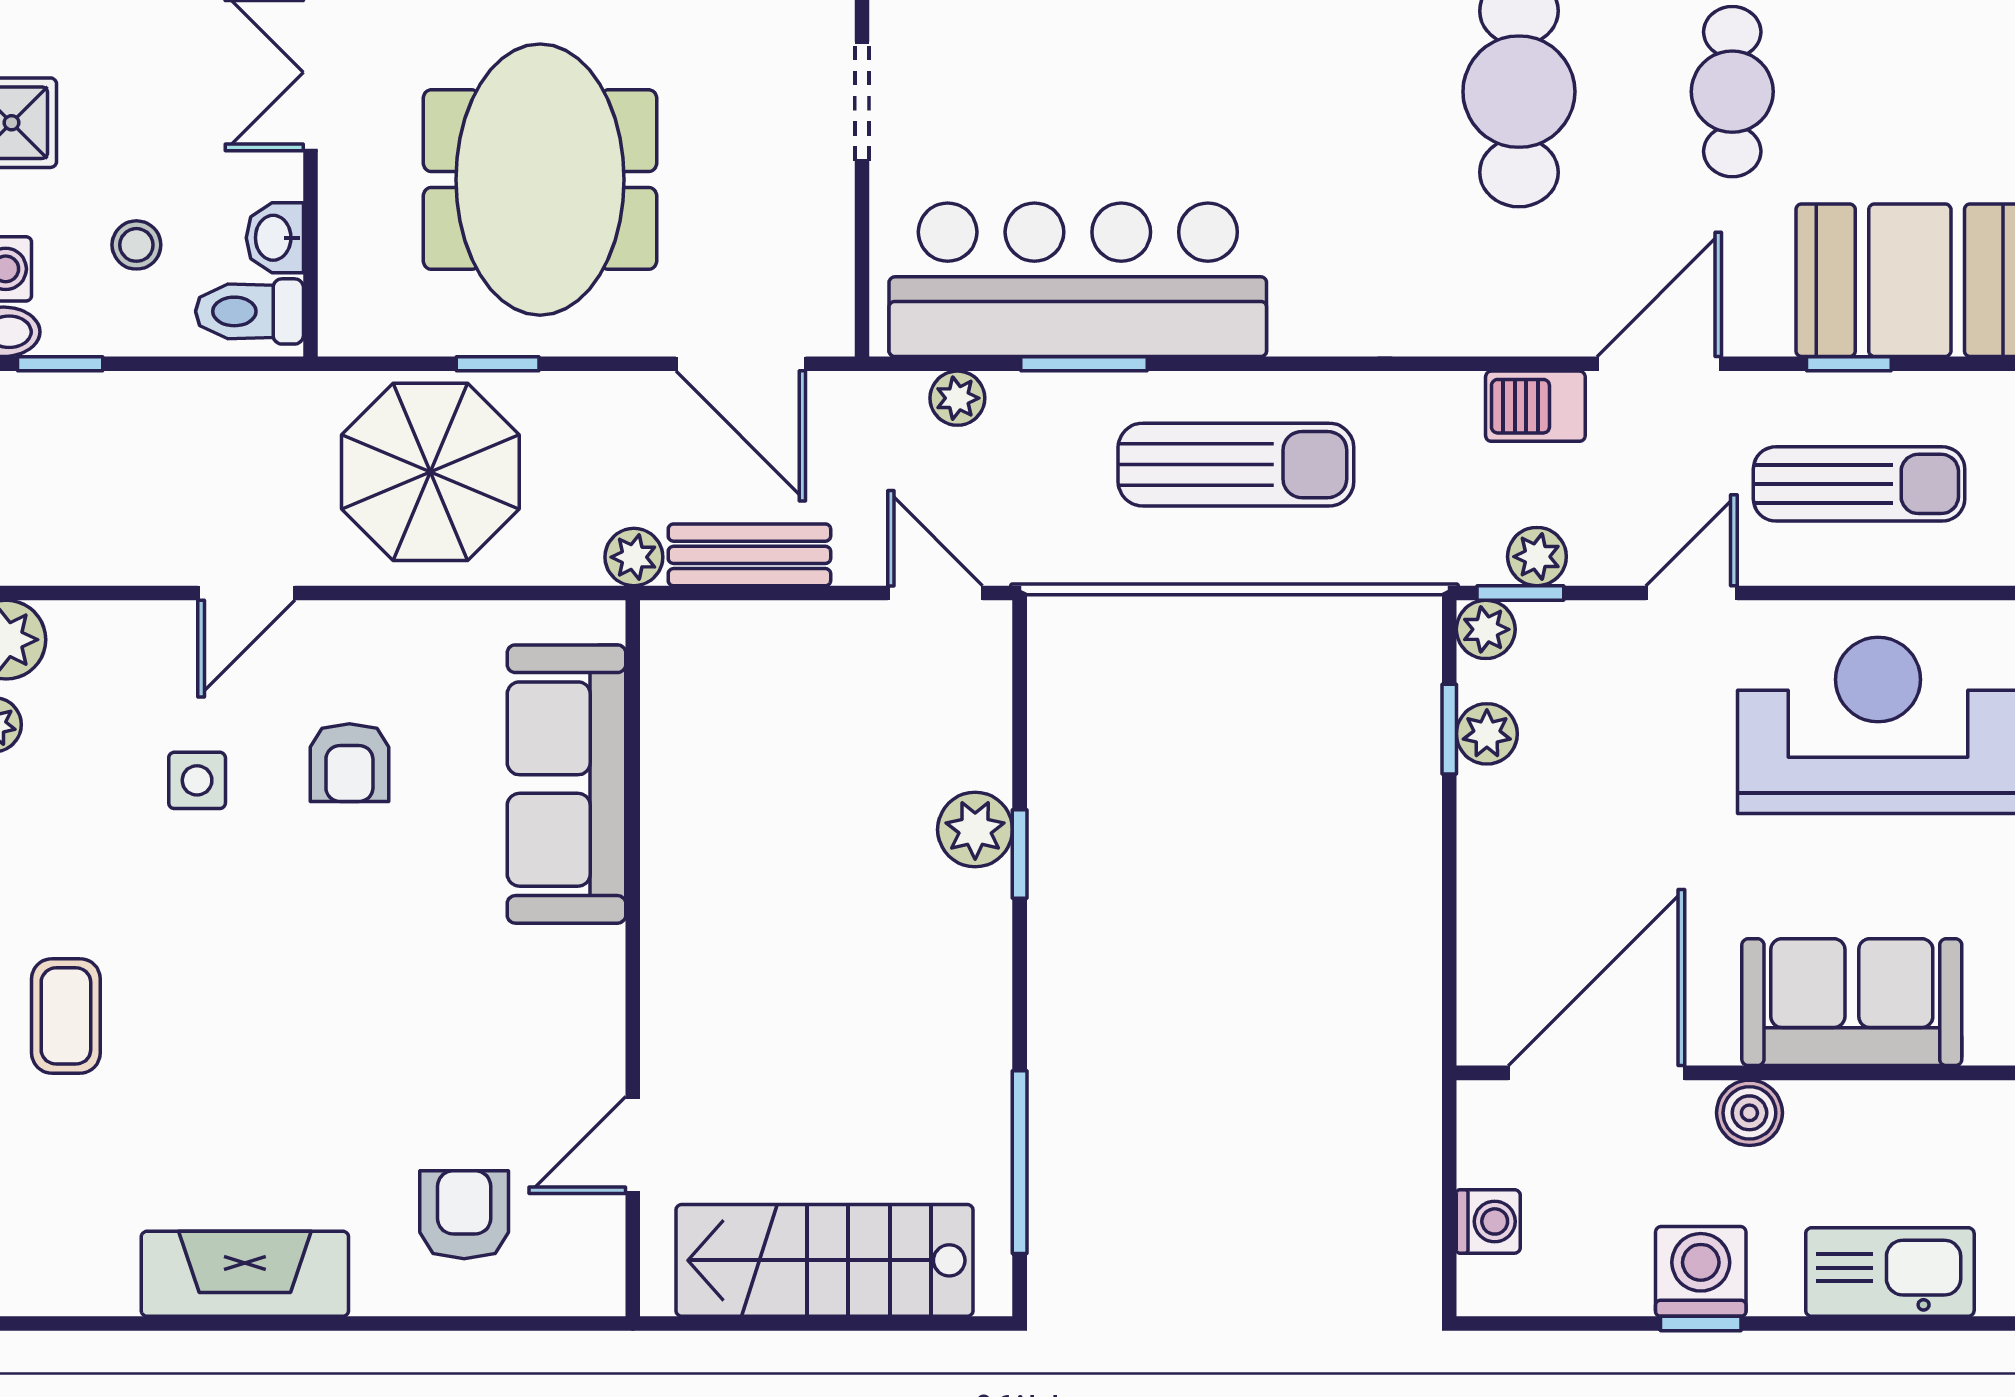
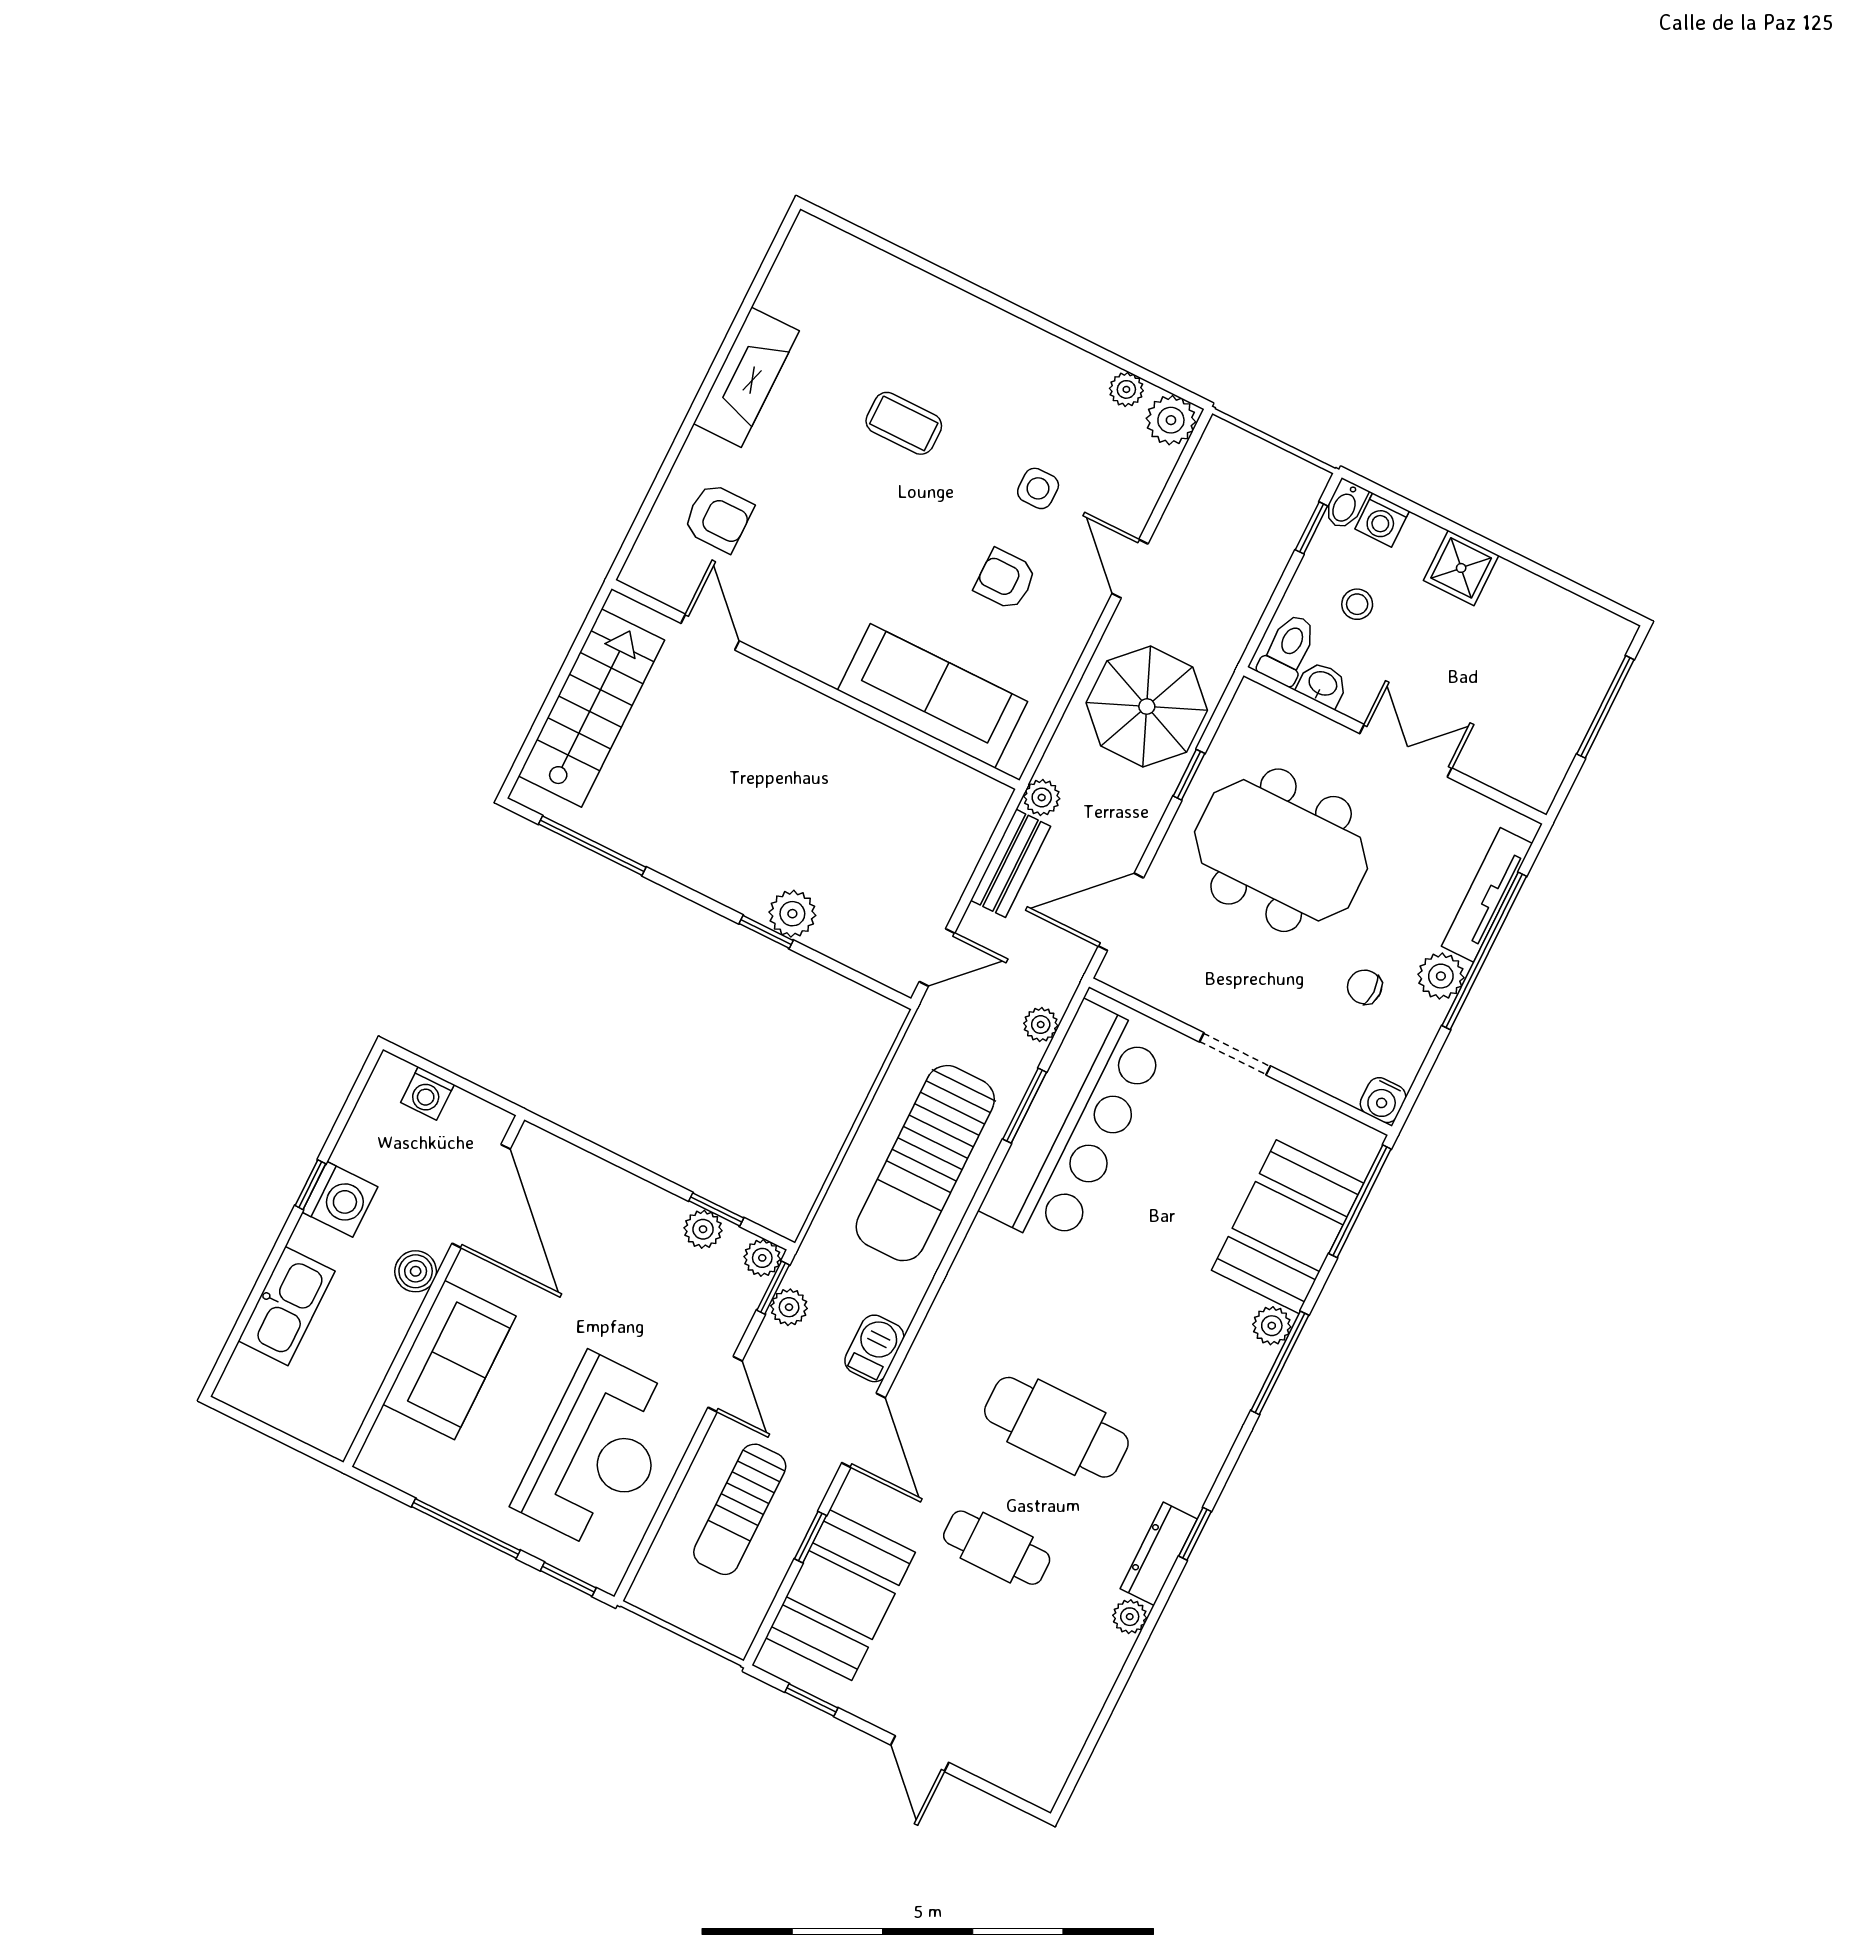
sun lounger: (1236, 465) -> (925, 1163), width x1.36, depth x1.34
coffee table: (66, 1016) -> (904, 423), moved

